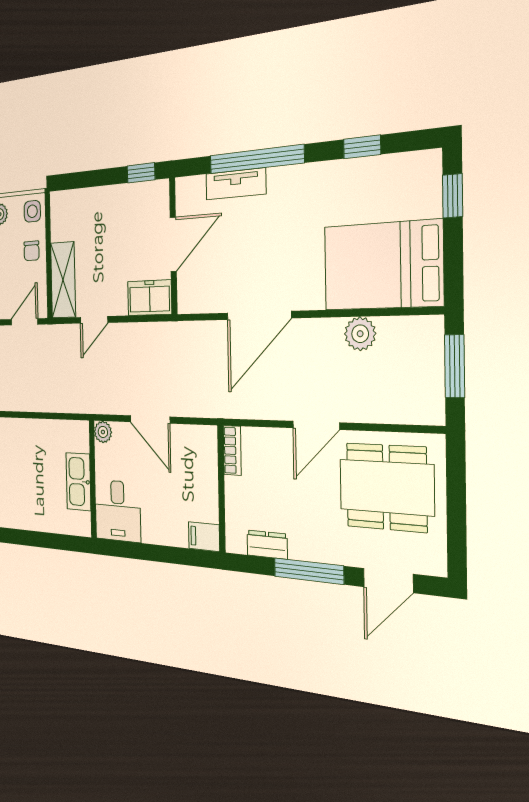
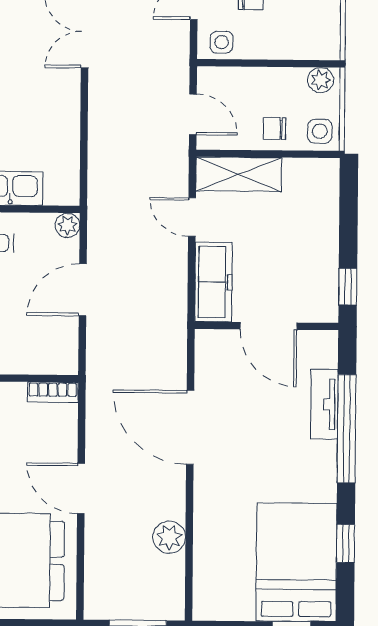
bed: (383, 266) -> (296, 562), moved
freezer: (150, 298) -> (214, 282), width x1.40

